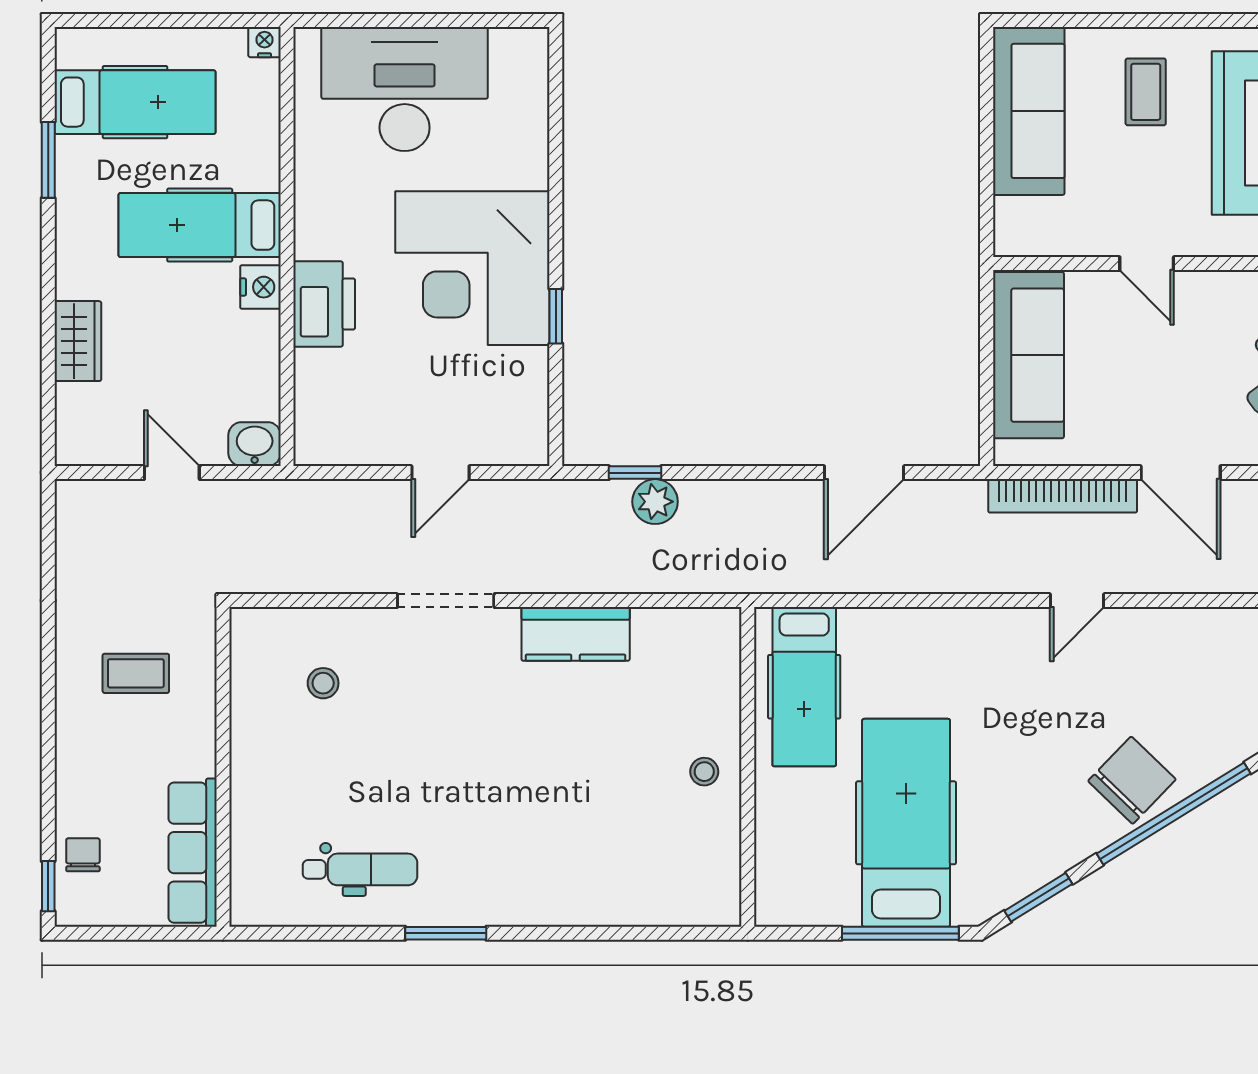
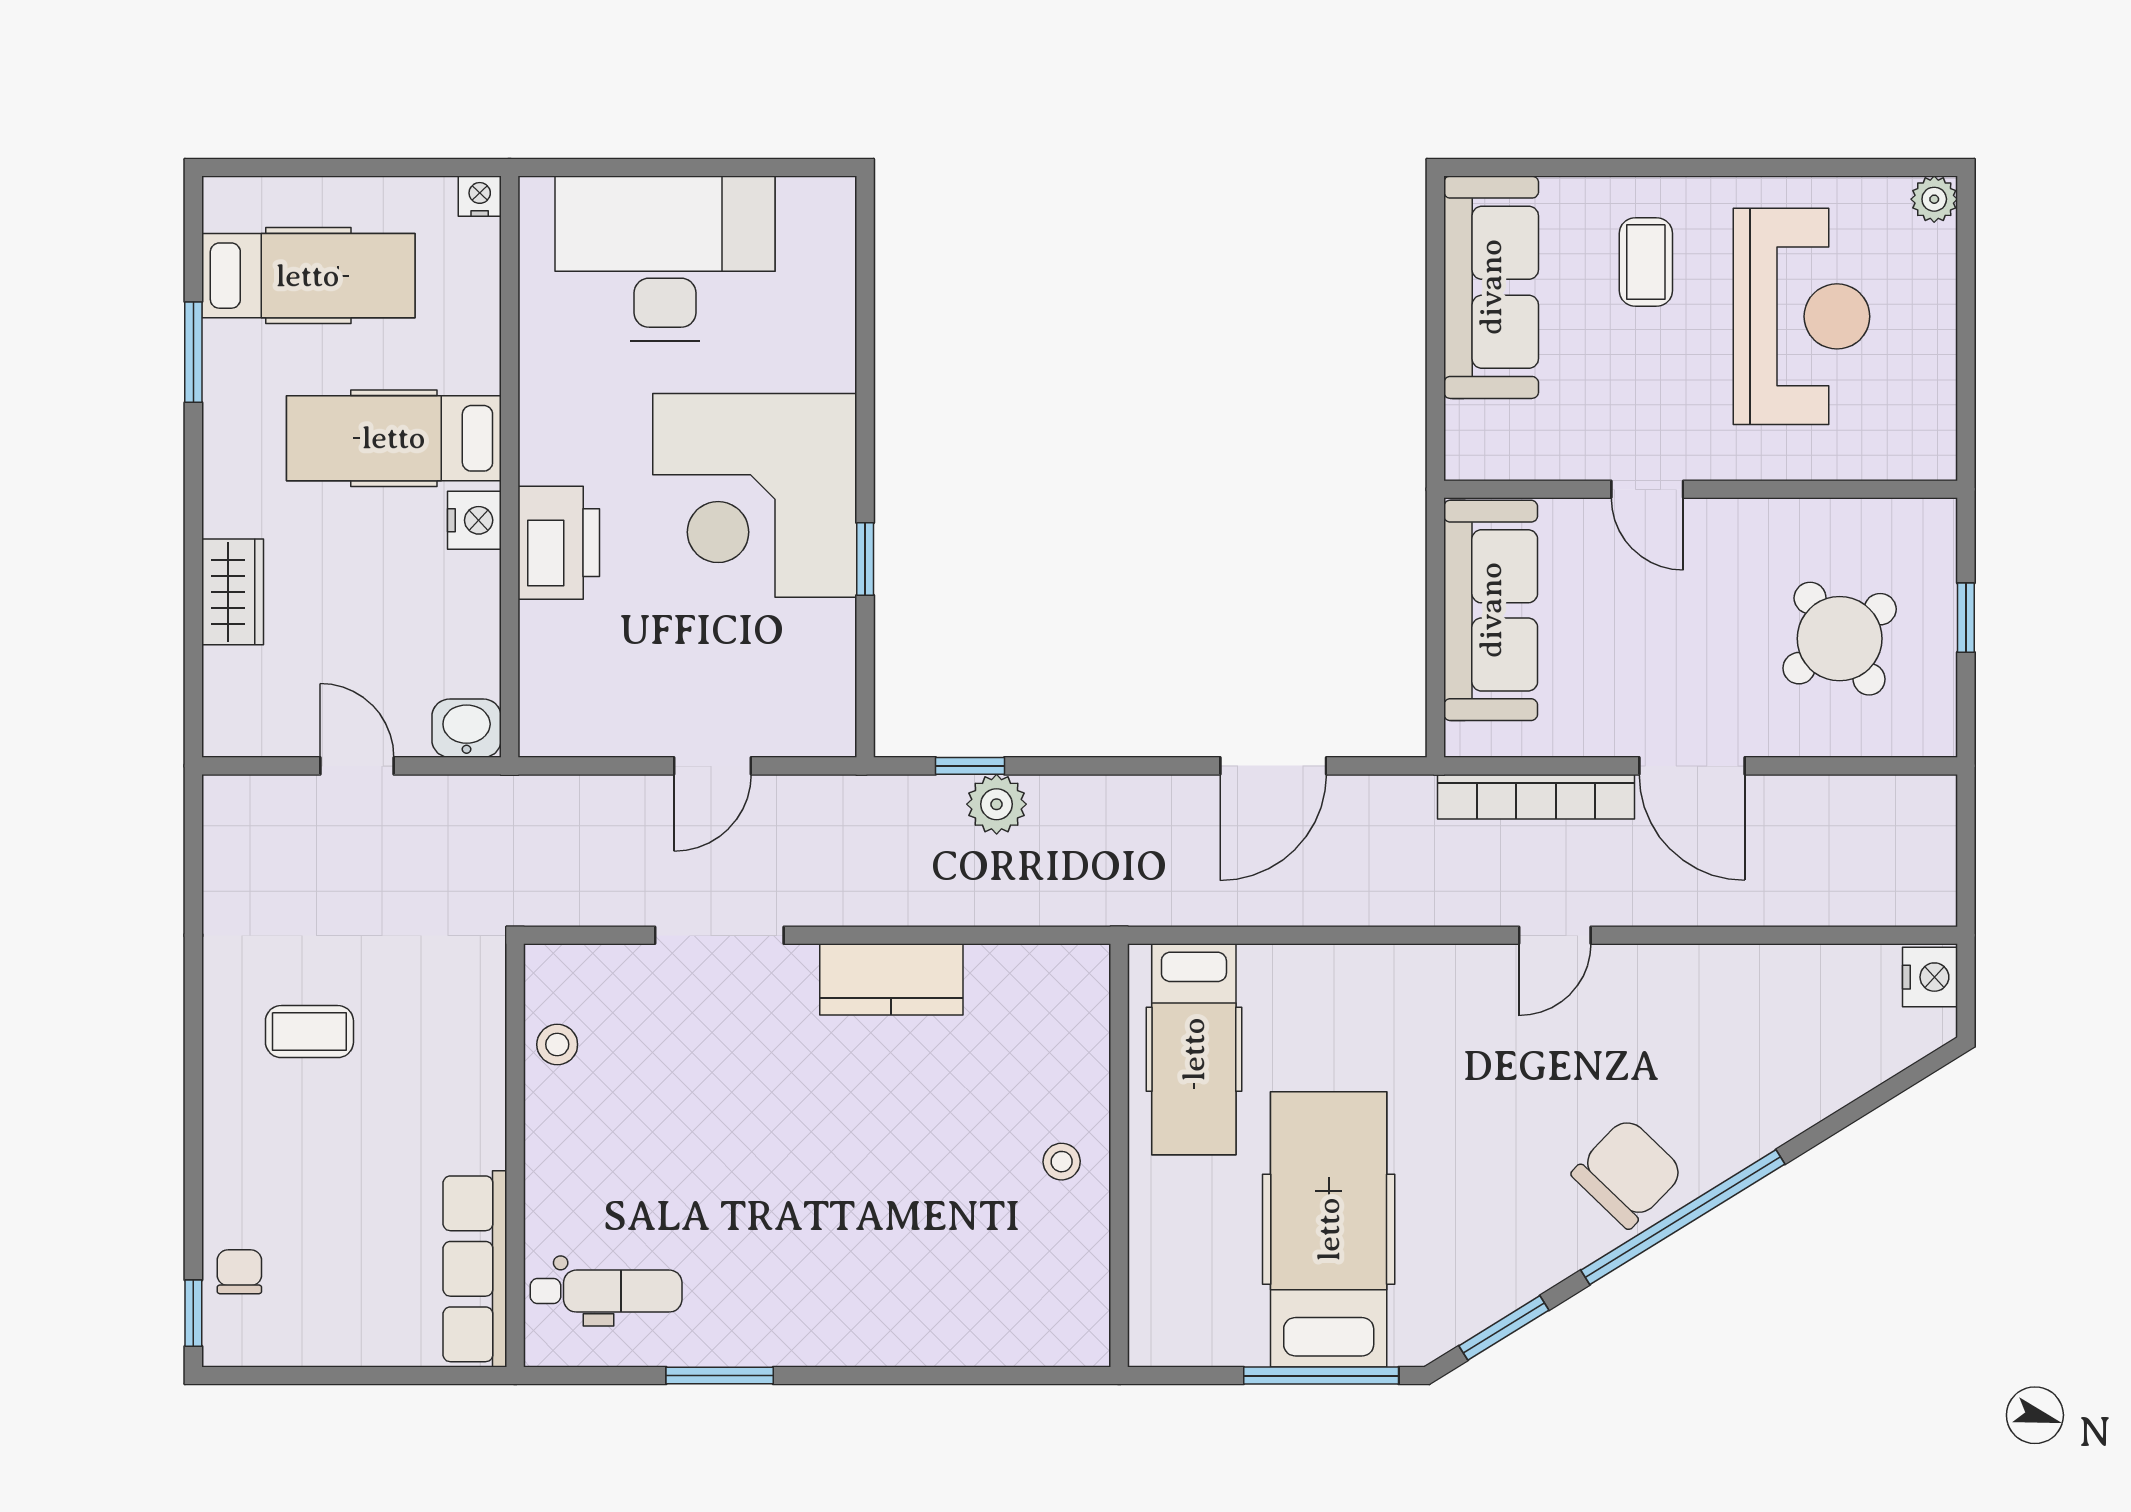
wall: (223, 767) -> (515, 1155), moved
row of seats: (193, 853) -> (475, 1269), moved

